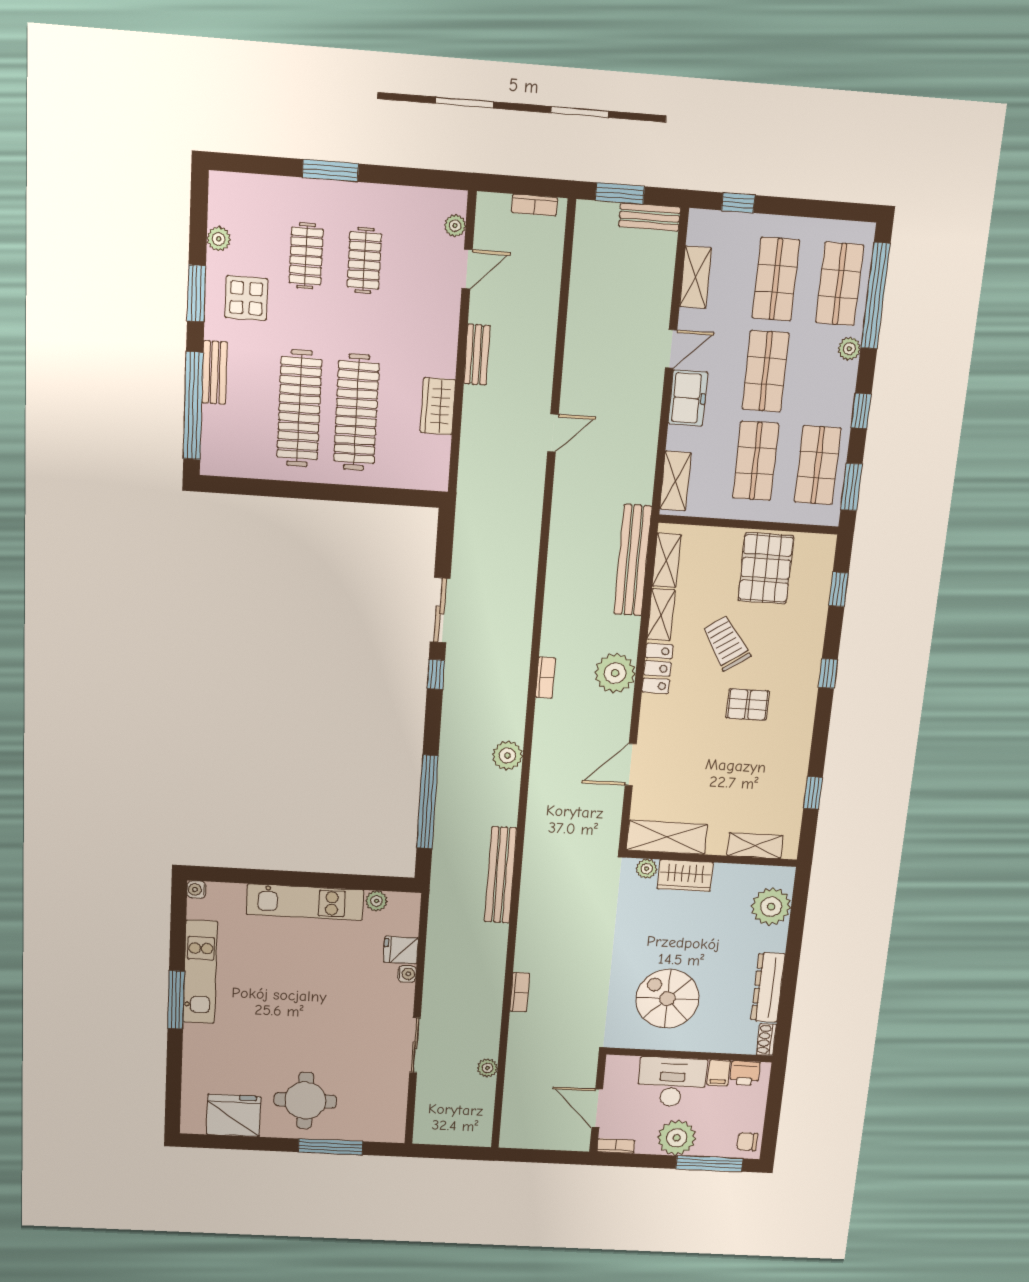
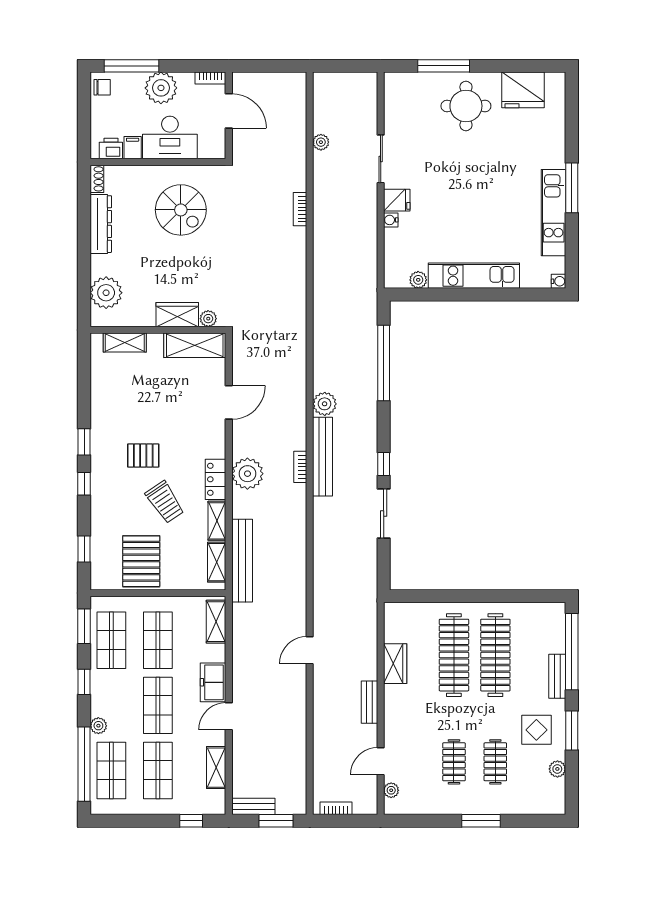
window: (813, 793) -> (84, 442), moved
bench: (501, 875) -> (323, 457), moved
fridge: (401, 950) -> (397, 200), moved

